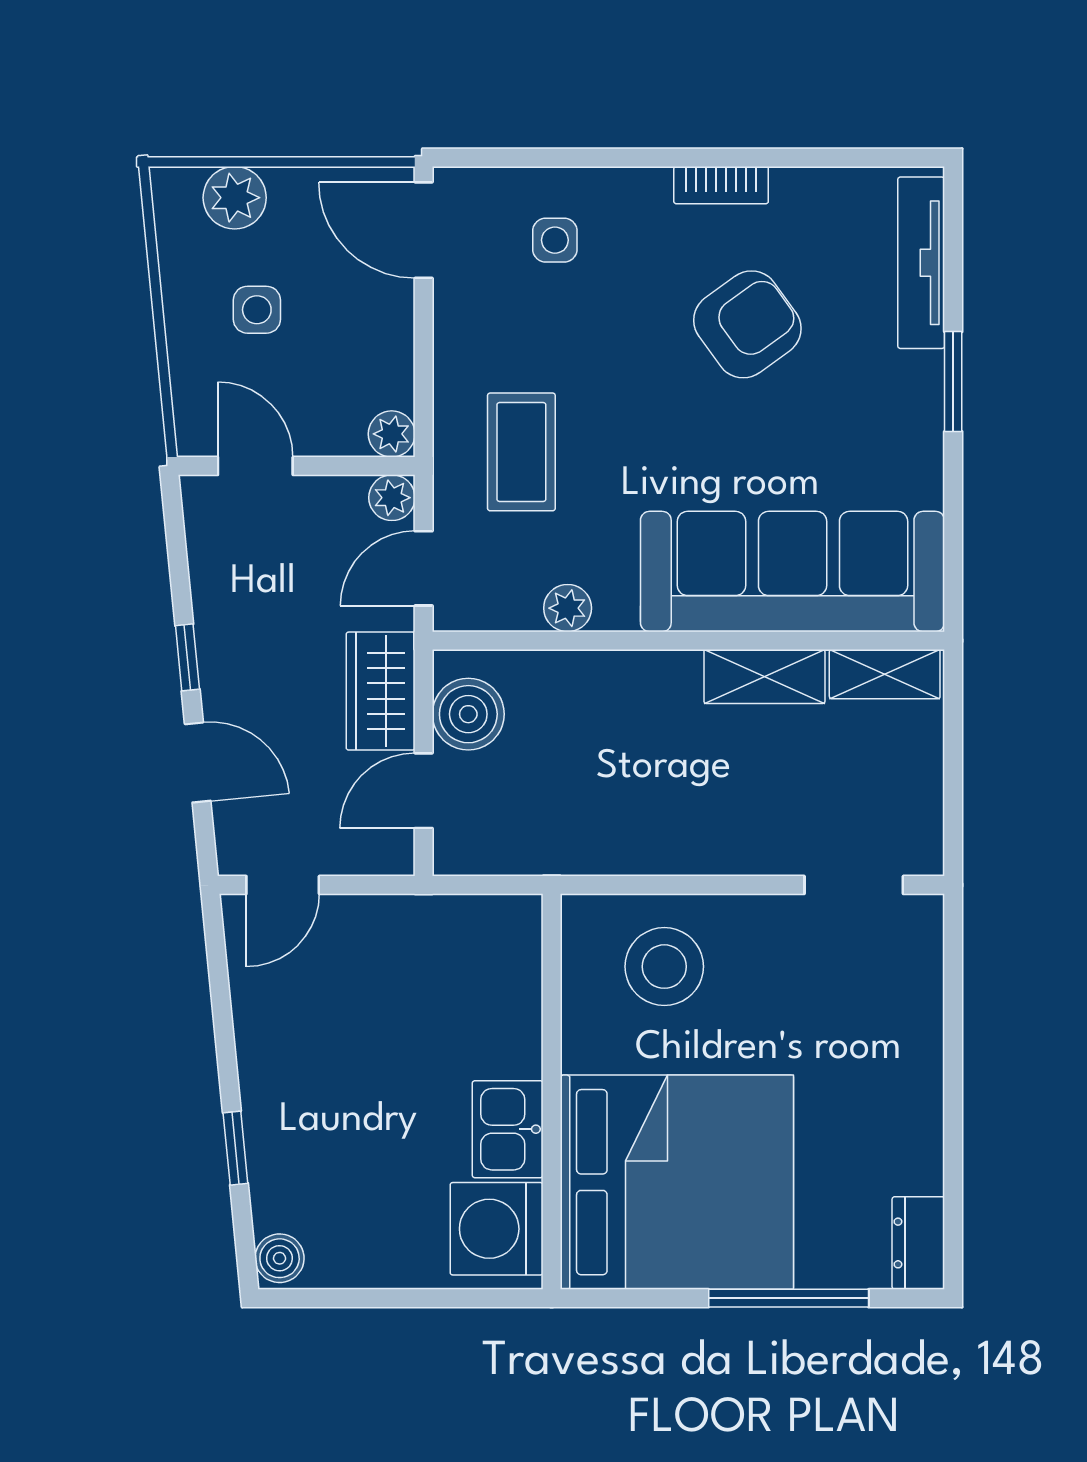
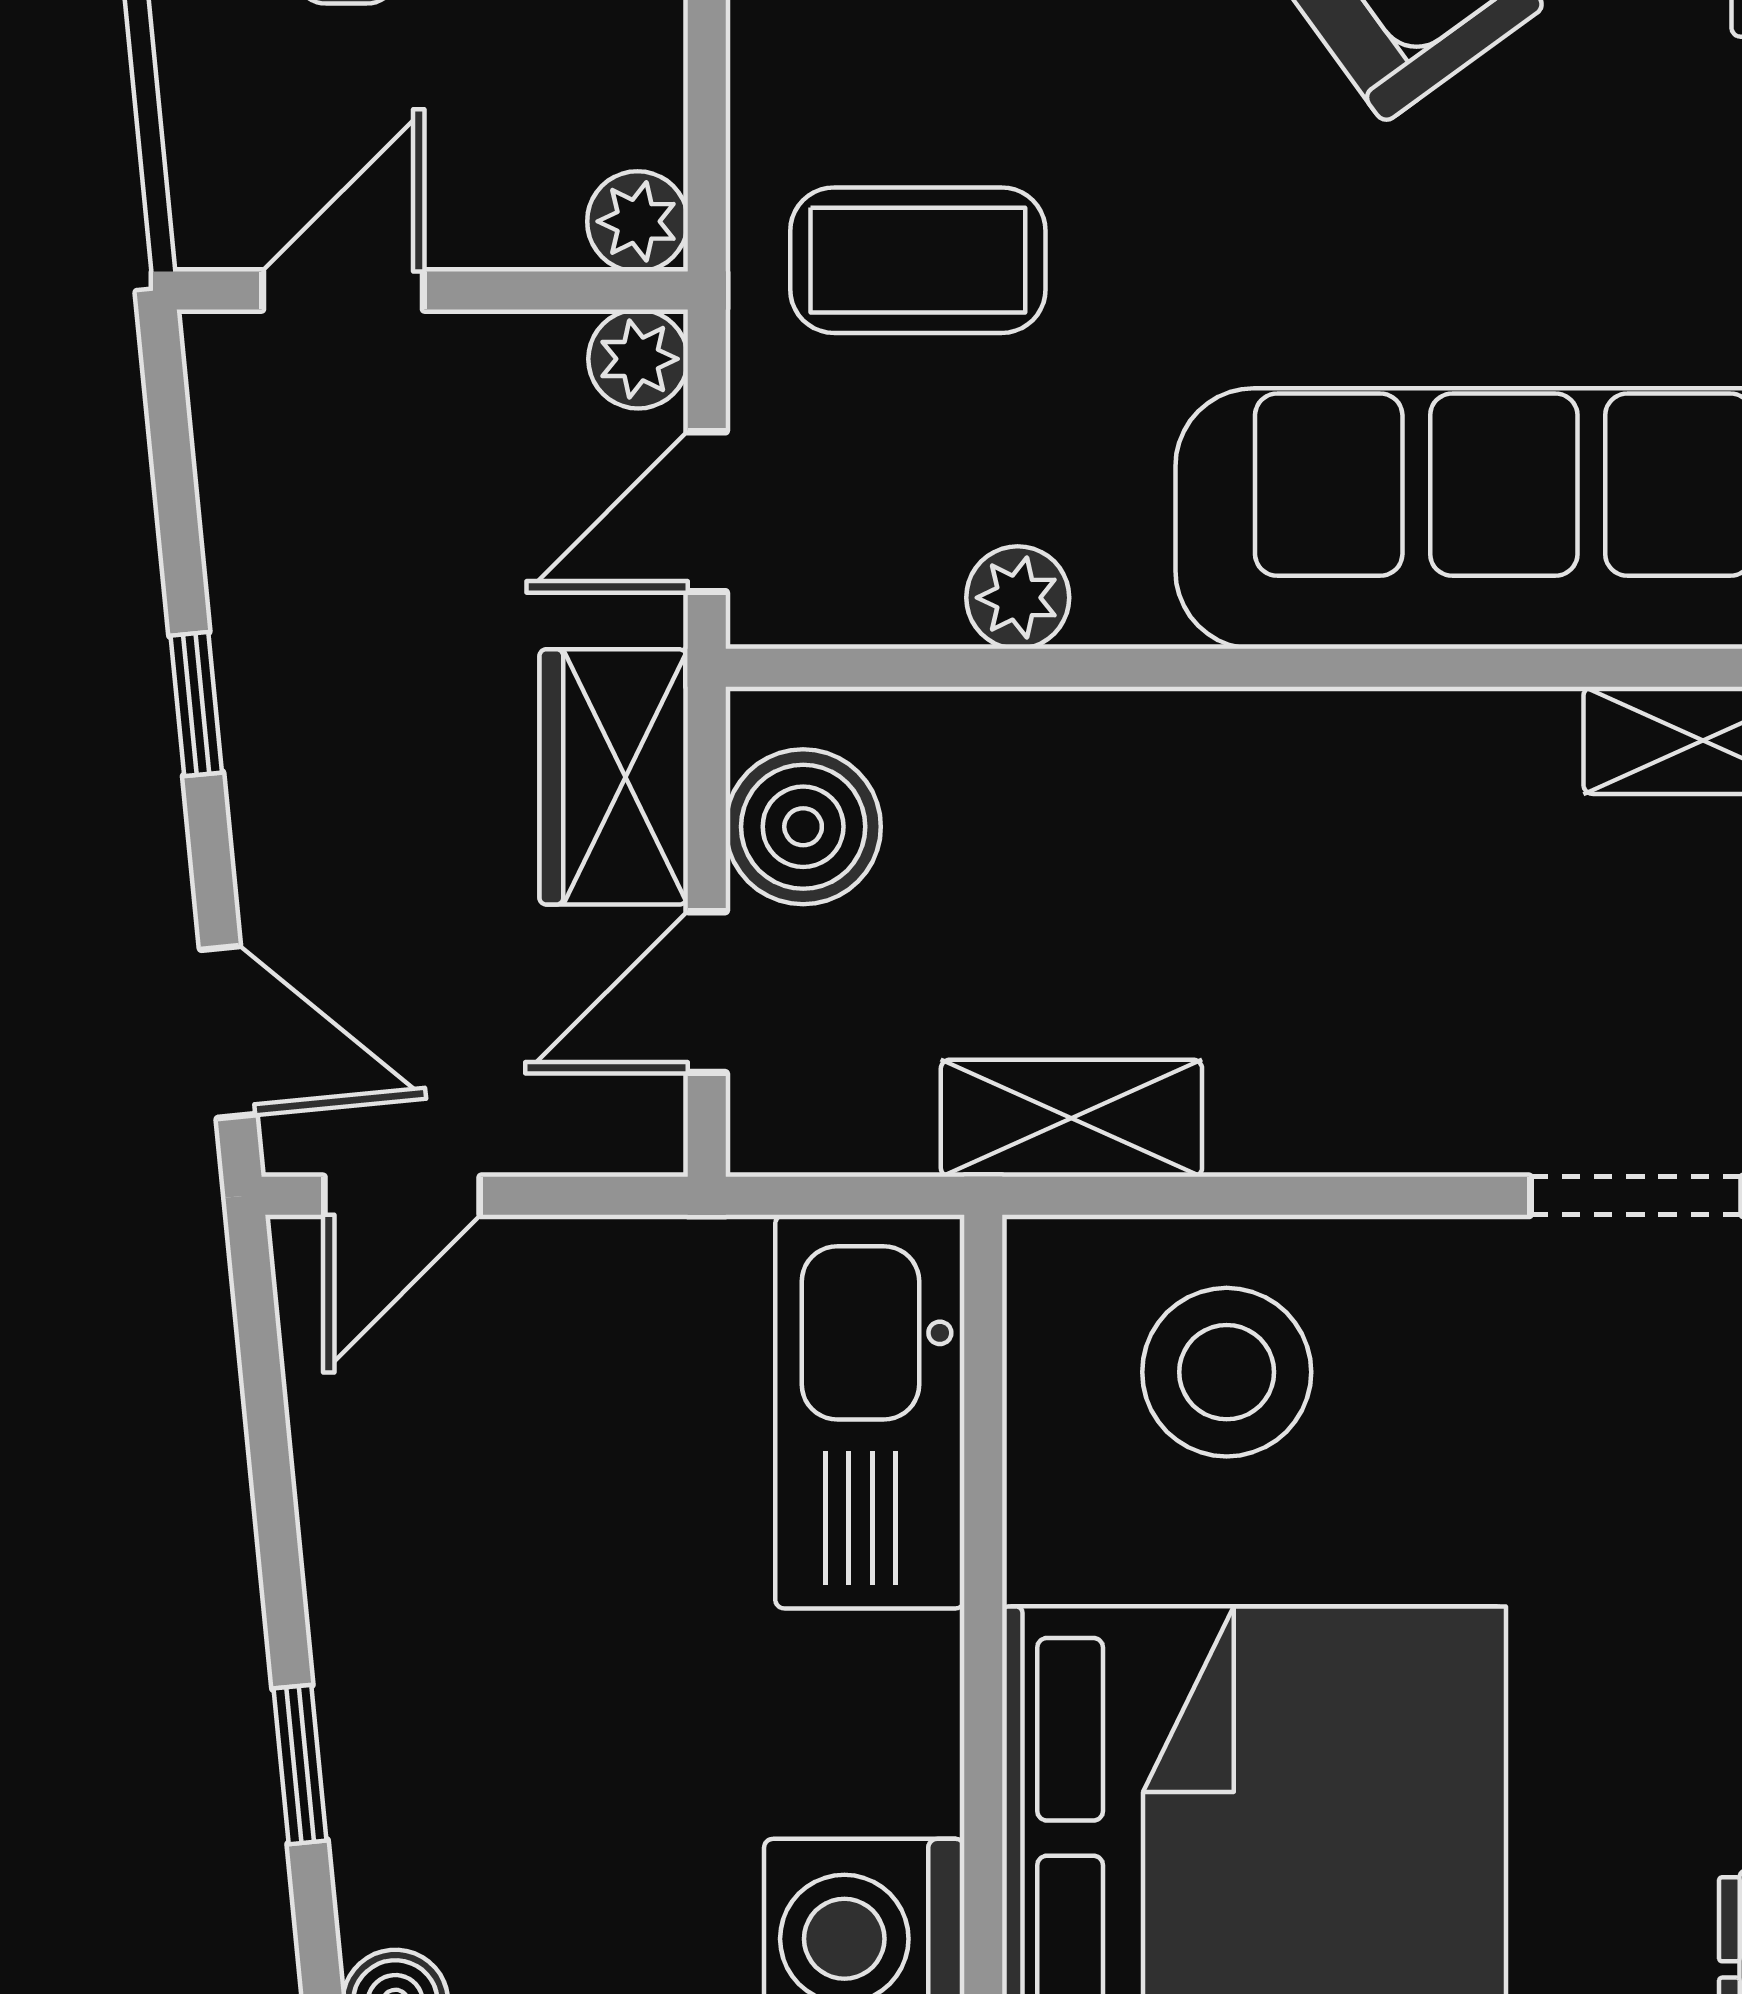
coffee table: (521, 452) -> (918, 260), turned 90
door: (255, 466) -> (343, 290), hinge flipped
shelving: (764, 676) -> (1071, 1118), moved
door: (198, 762) -> (228, 1032), moved
kitchen sink: (508, 1129) -> (870, 1412), moved, width x1.88, depth x1.24

